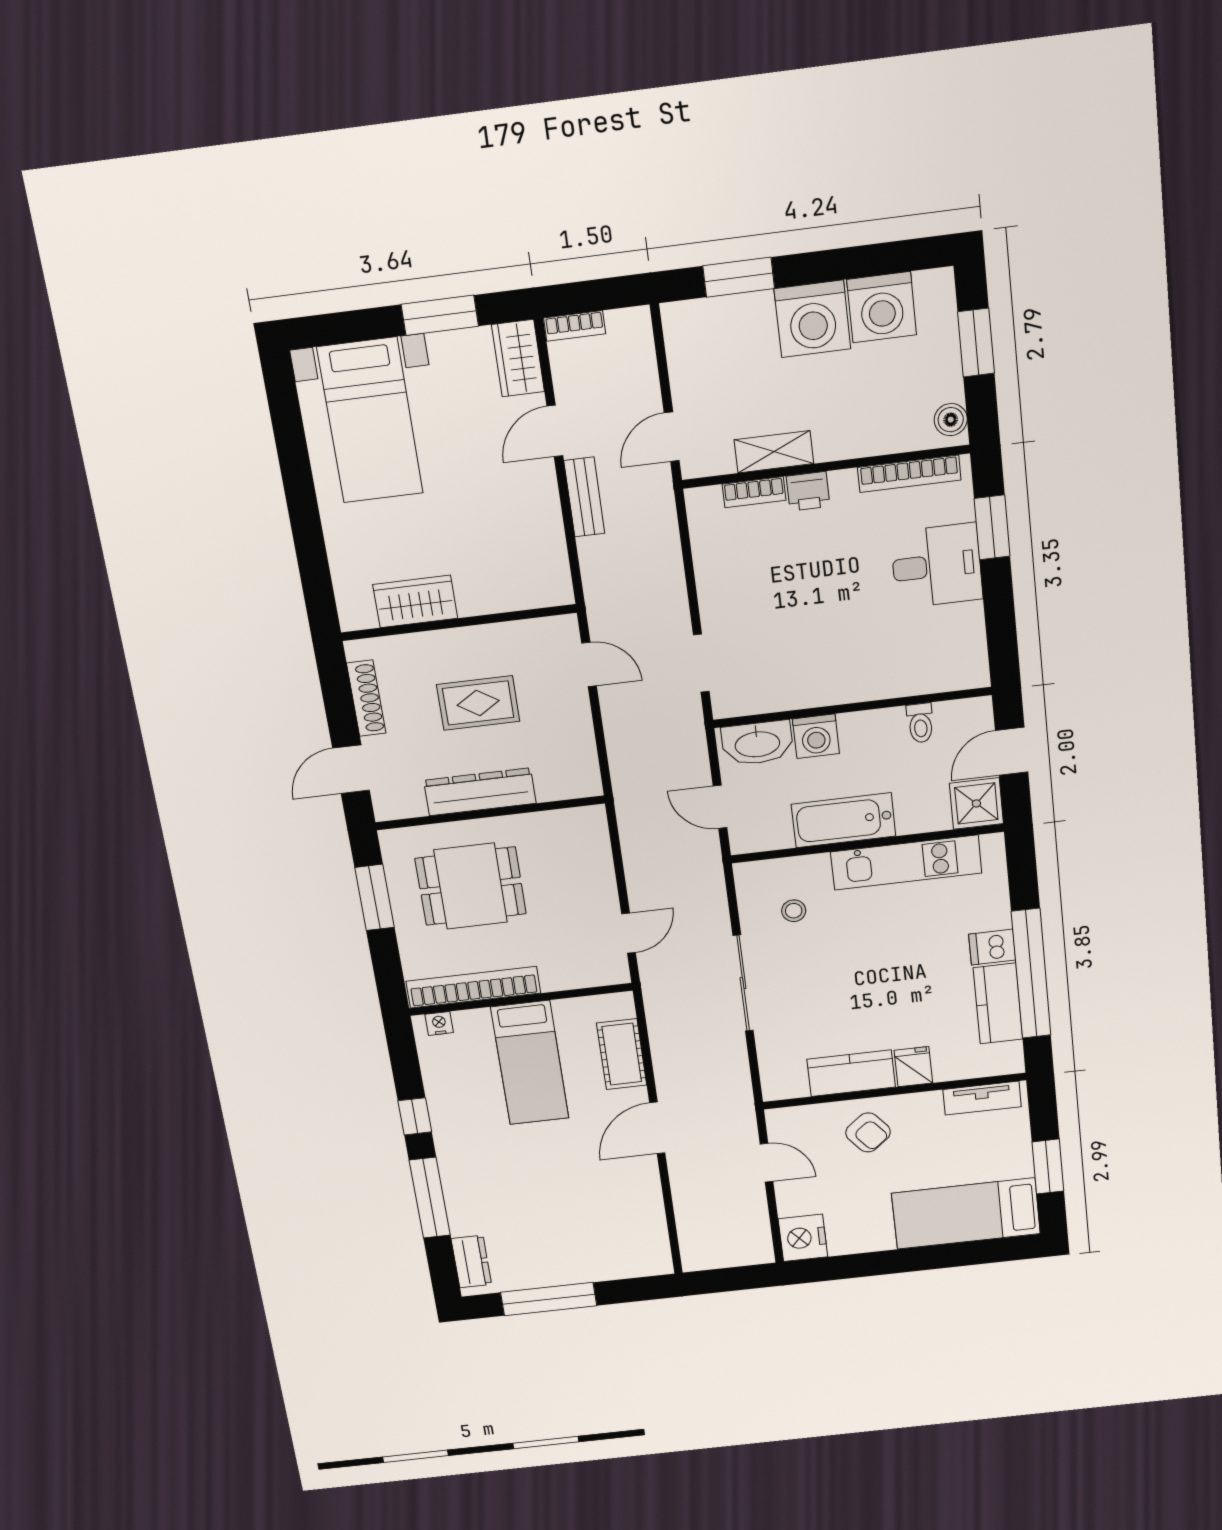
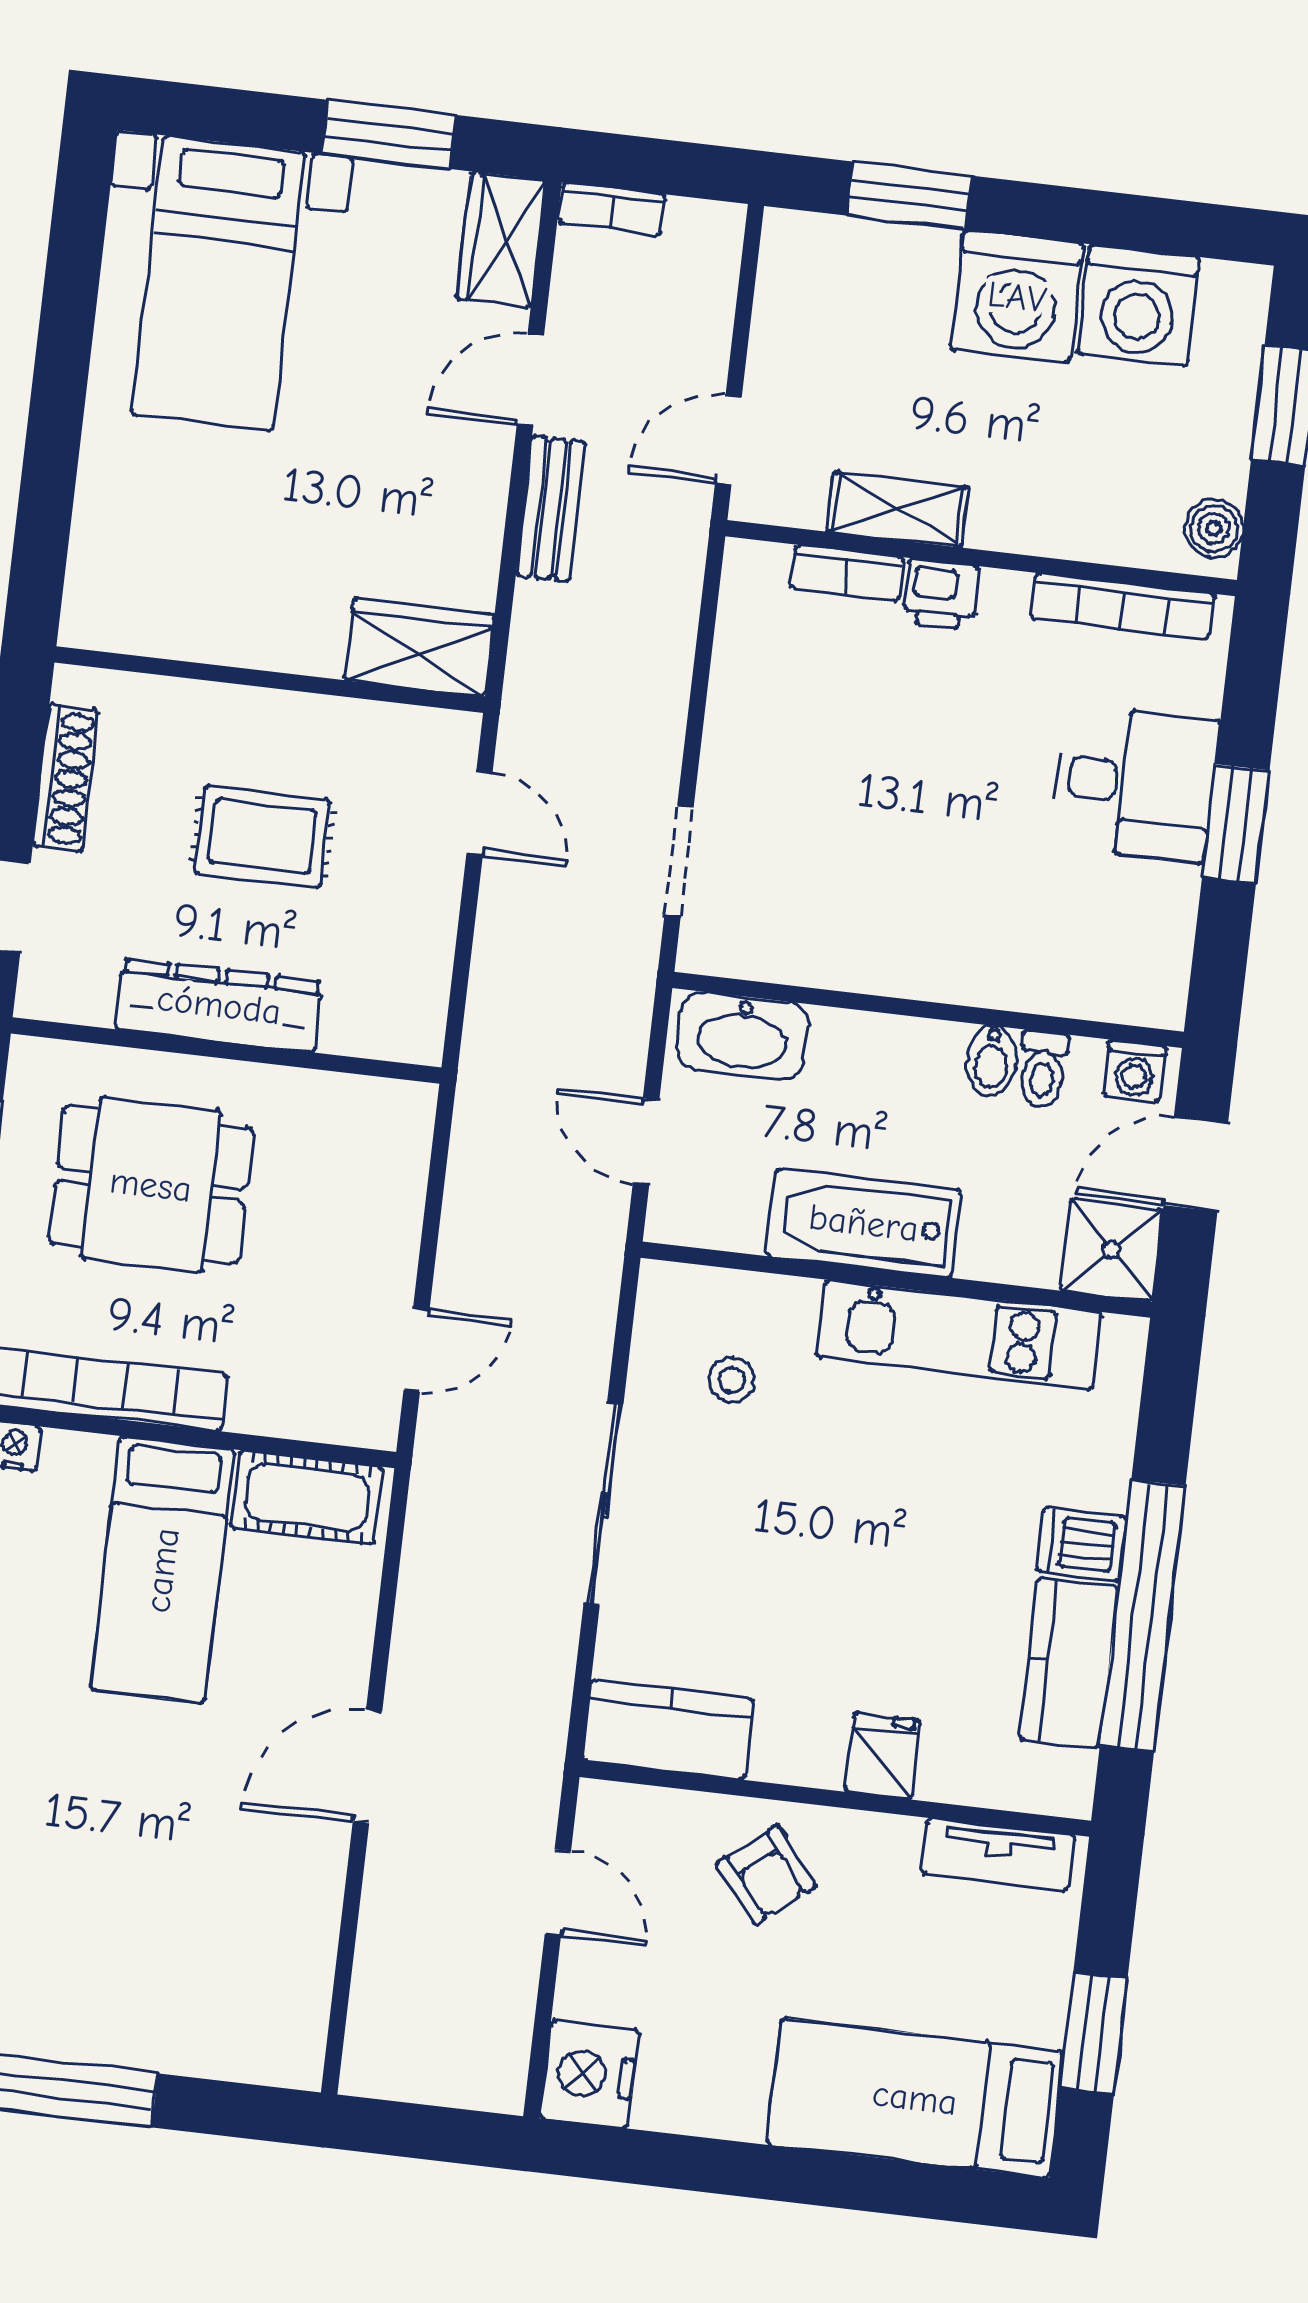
window: (992, 527) -> (1236, 824), moved
wardrobe: (415, 601) -> (419, 648), moved
bidet: (892, 725) -> (991, 1061), added
washing machine: (816, 736) -> (1134, 1071), moved, width x0.73, depth x0.73
cot: (622, 1054) -> (307, 1497), moved, turned 90
kitchen counter: (851, 1073) -> (668, 1730), moved

